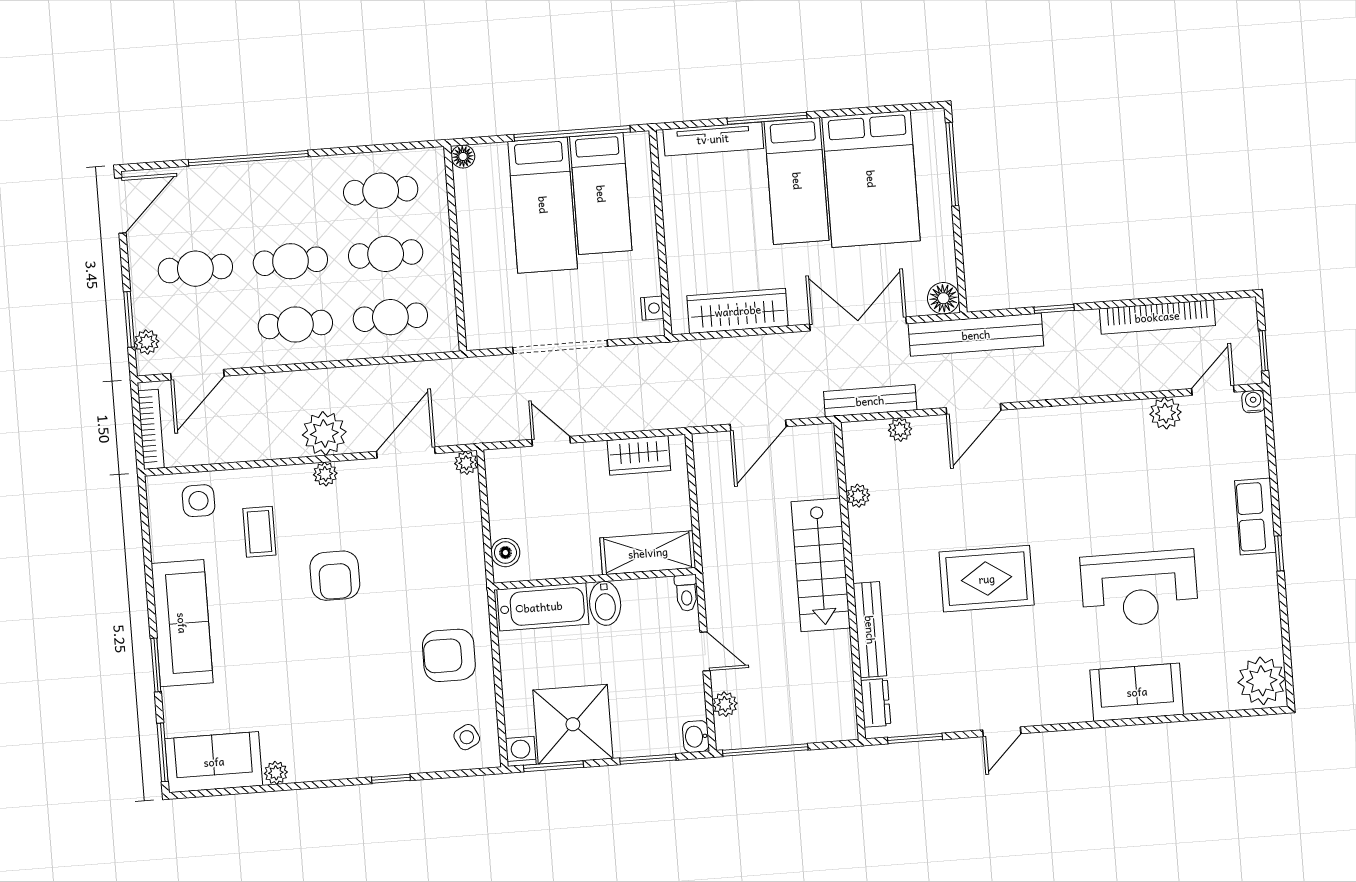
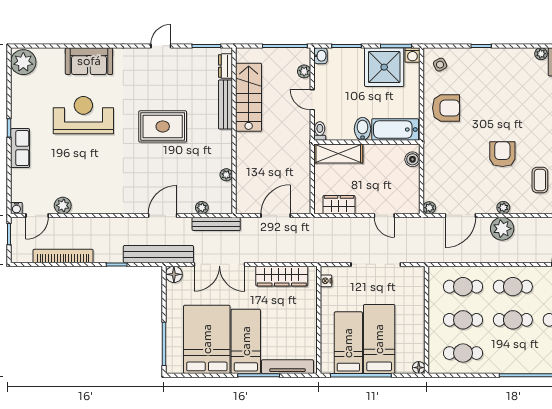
stairs: (821, 565) -> (249, 97), moved

